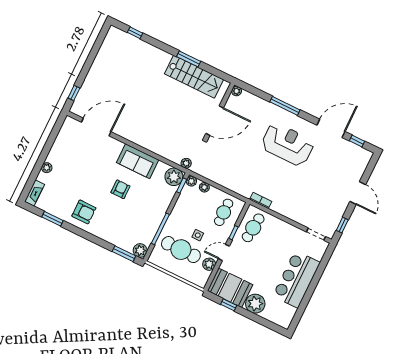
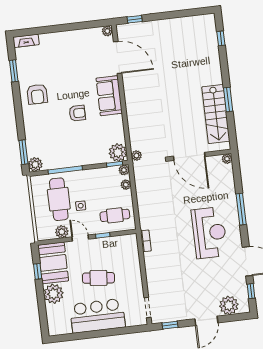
sofa: (138, 161) -> (109, 96), moved
plant: (357, 167) -> (229, 305), added
plant: (47, 168) -> (107, 31), moved
cafe table: (253, 228) -> (99, 278), moved

